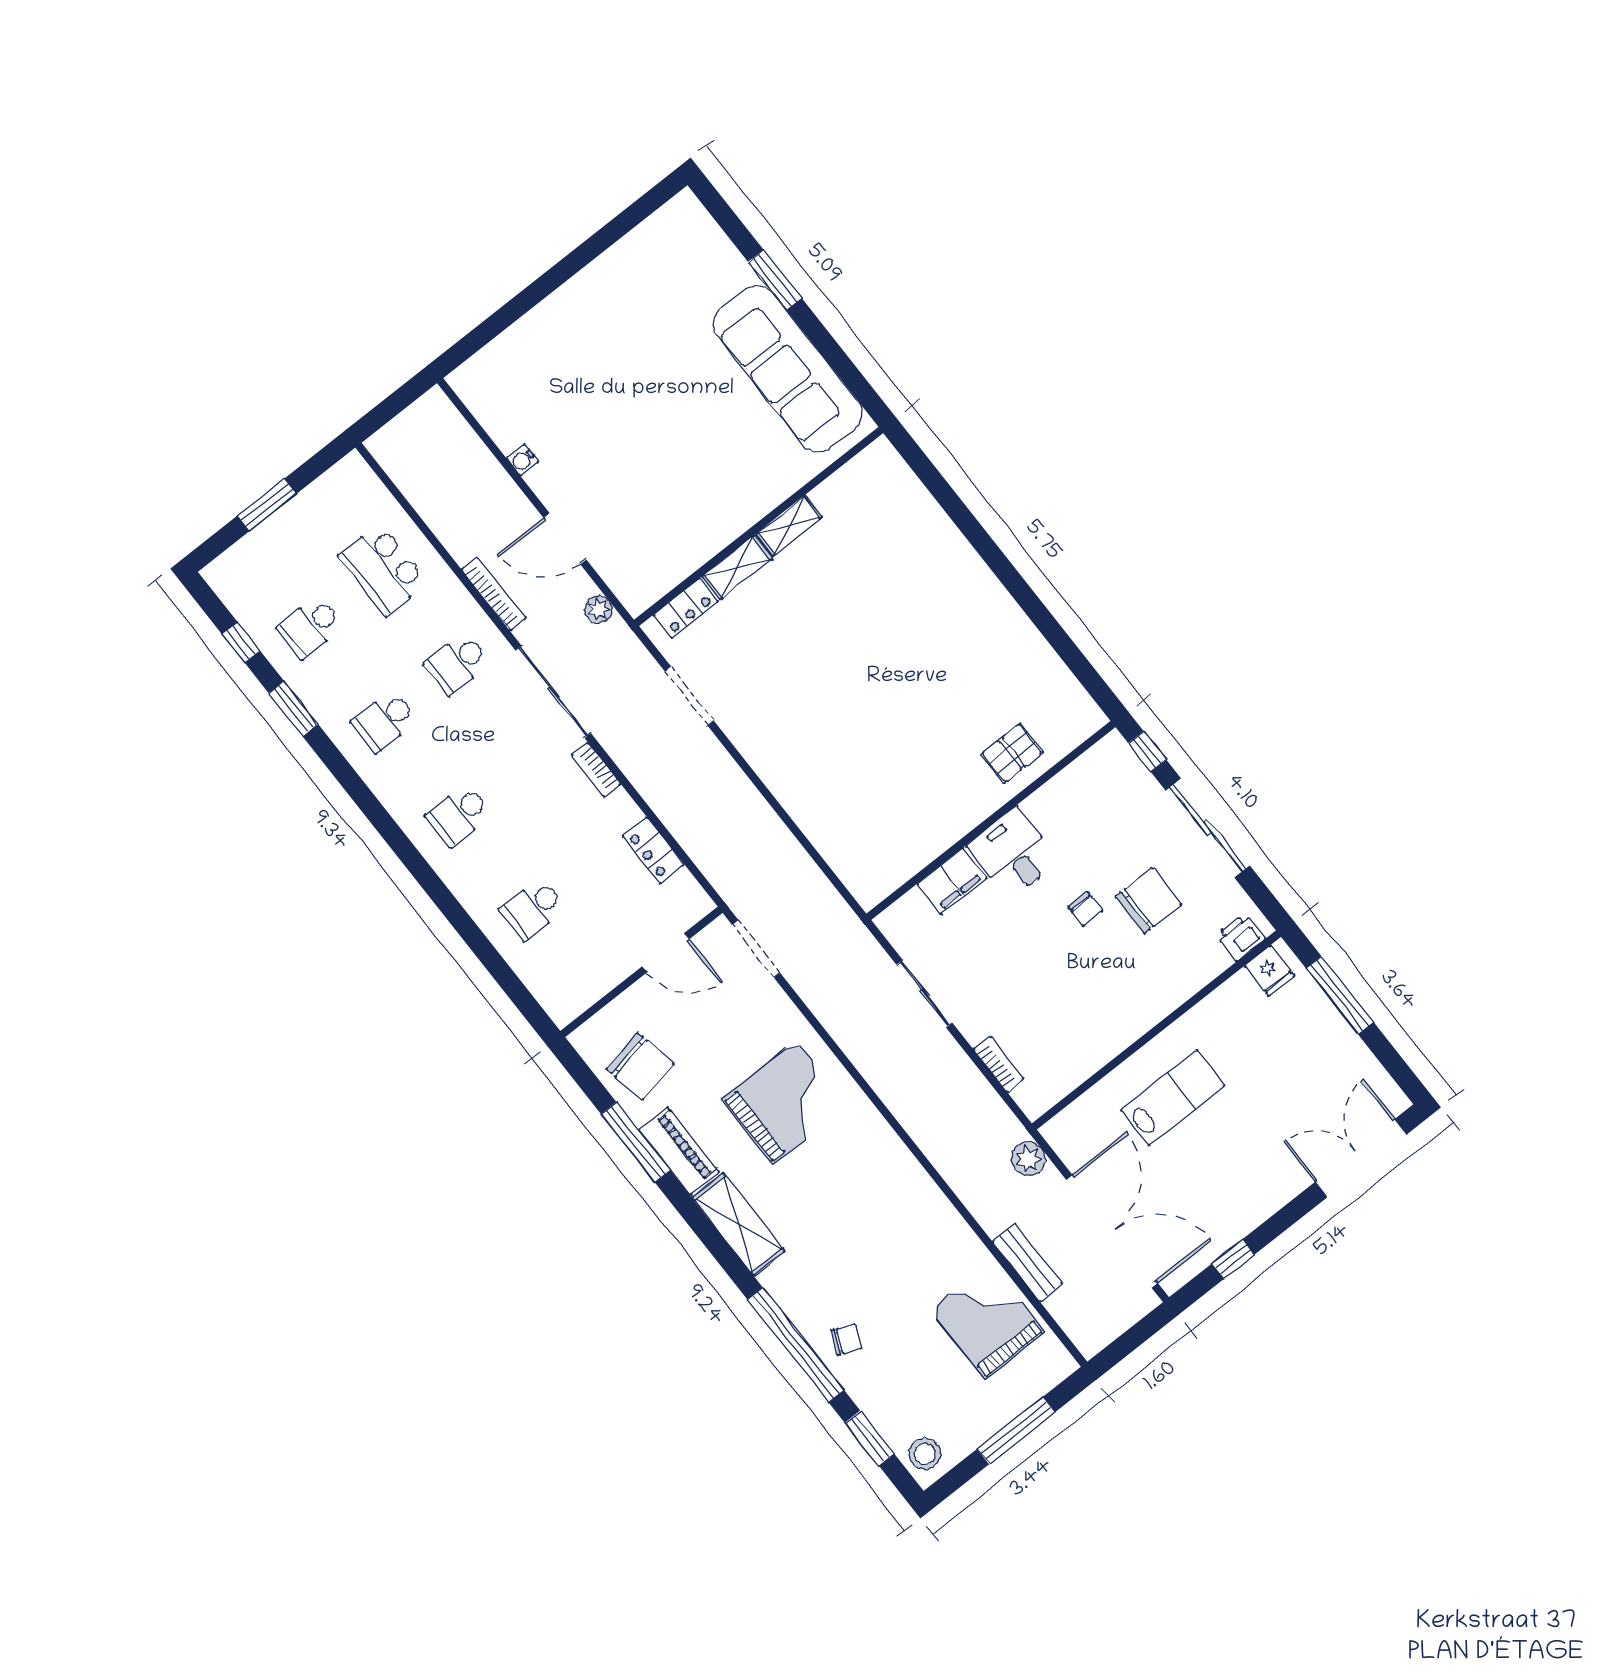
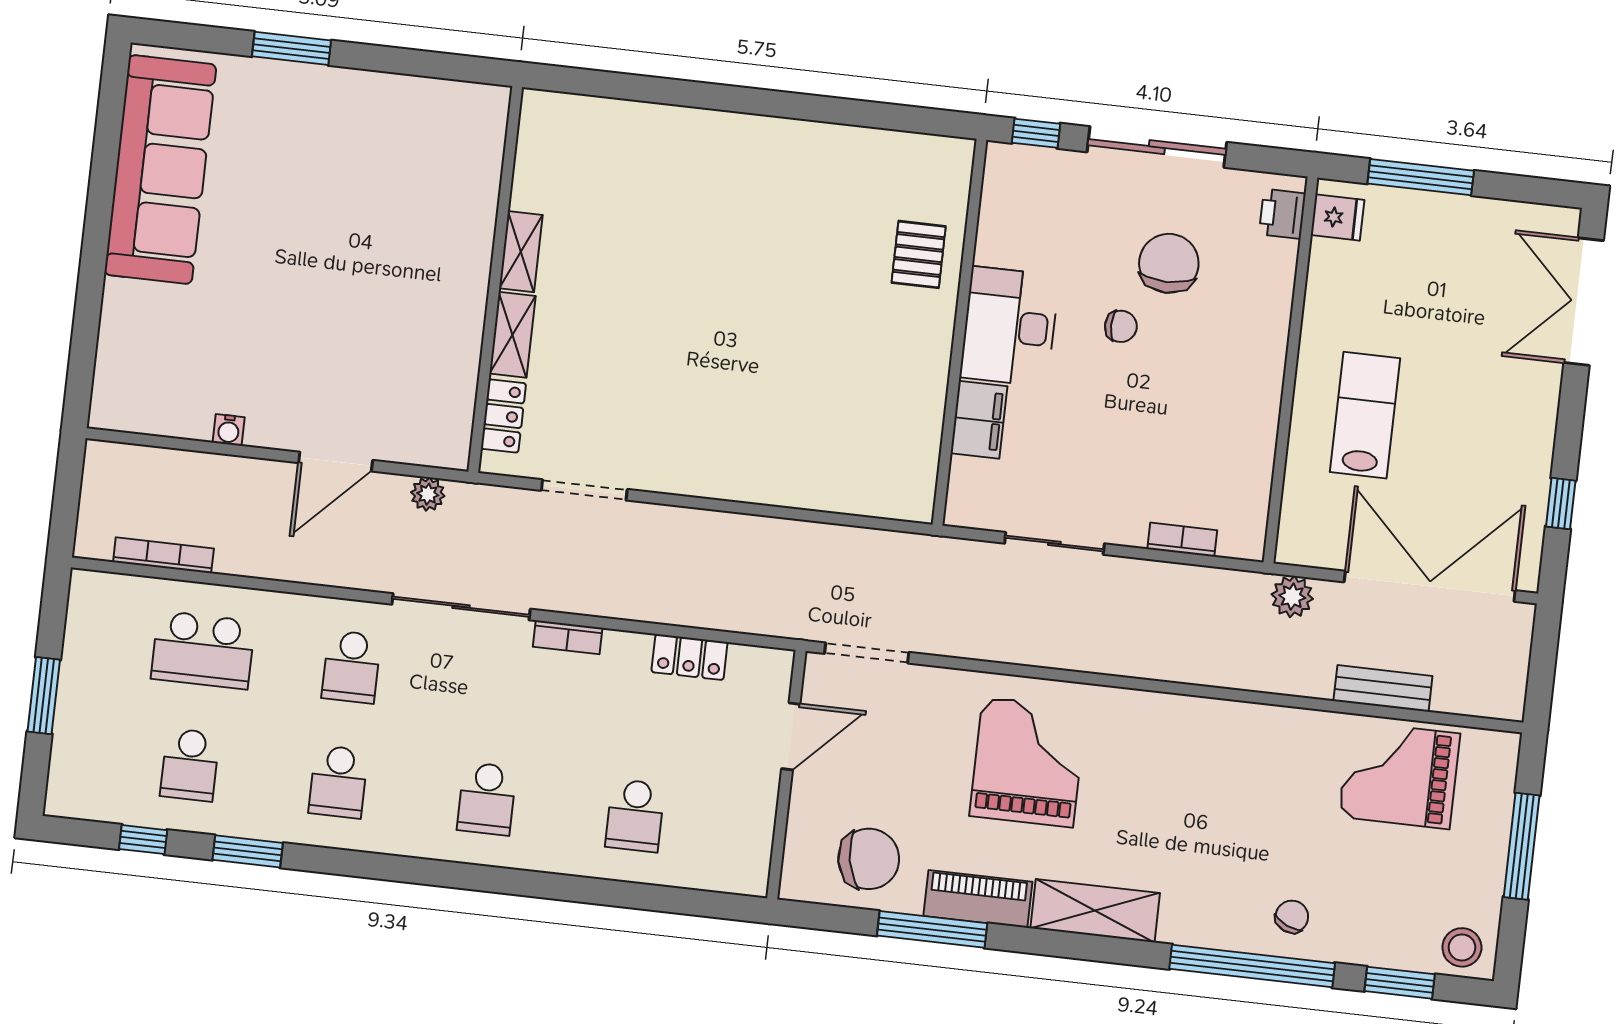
sofa: (788, 369) -> (160, 170), moved, turned -90
bookcase: (494, 594) -> (163, 555), moved
desk: (1013, 853) -> (1010, 326), width x1.37

